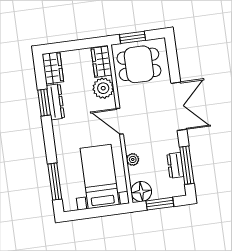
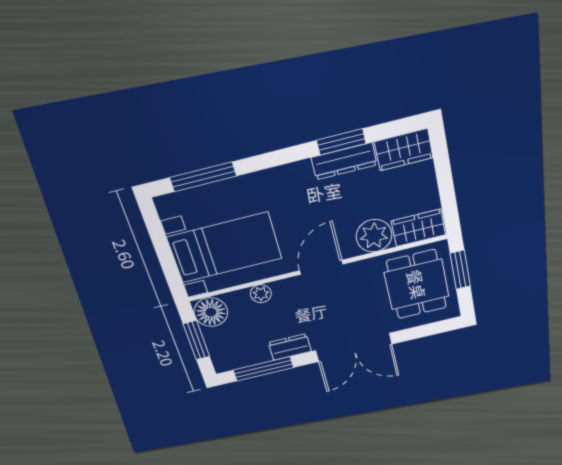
dresser: (175, 165) -> (290, 347), moved

